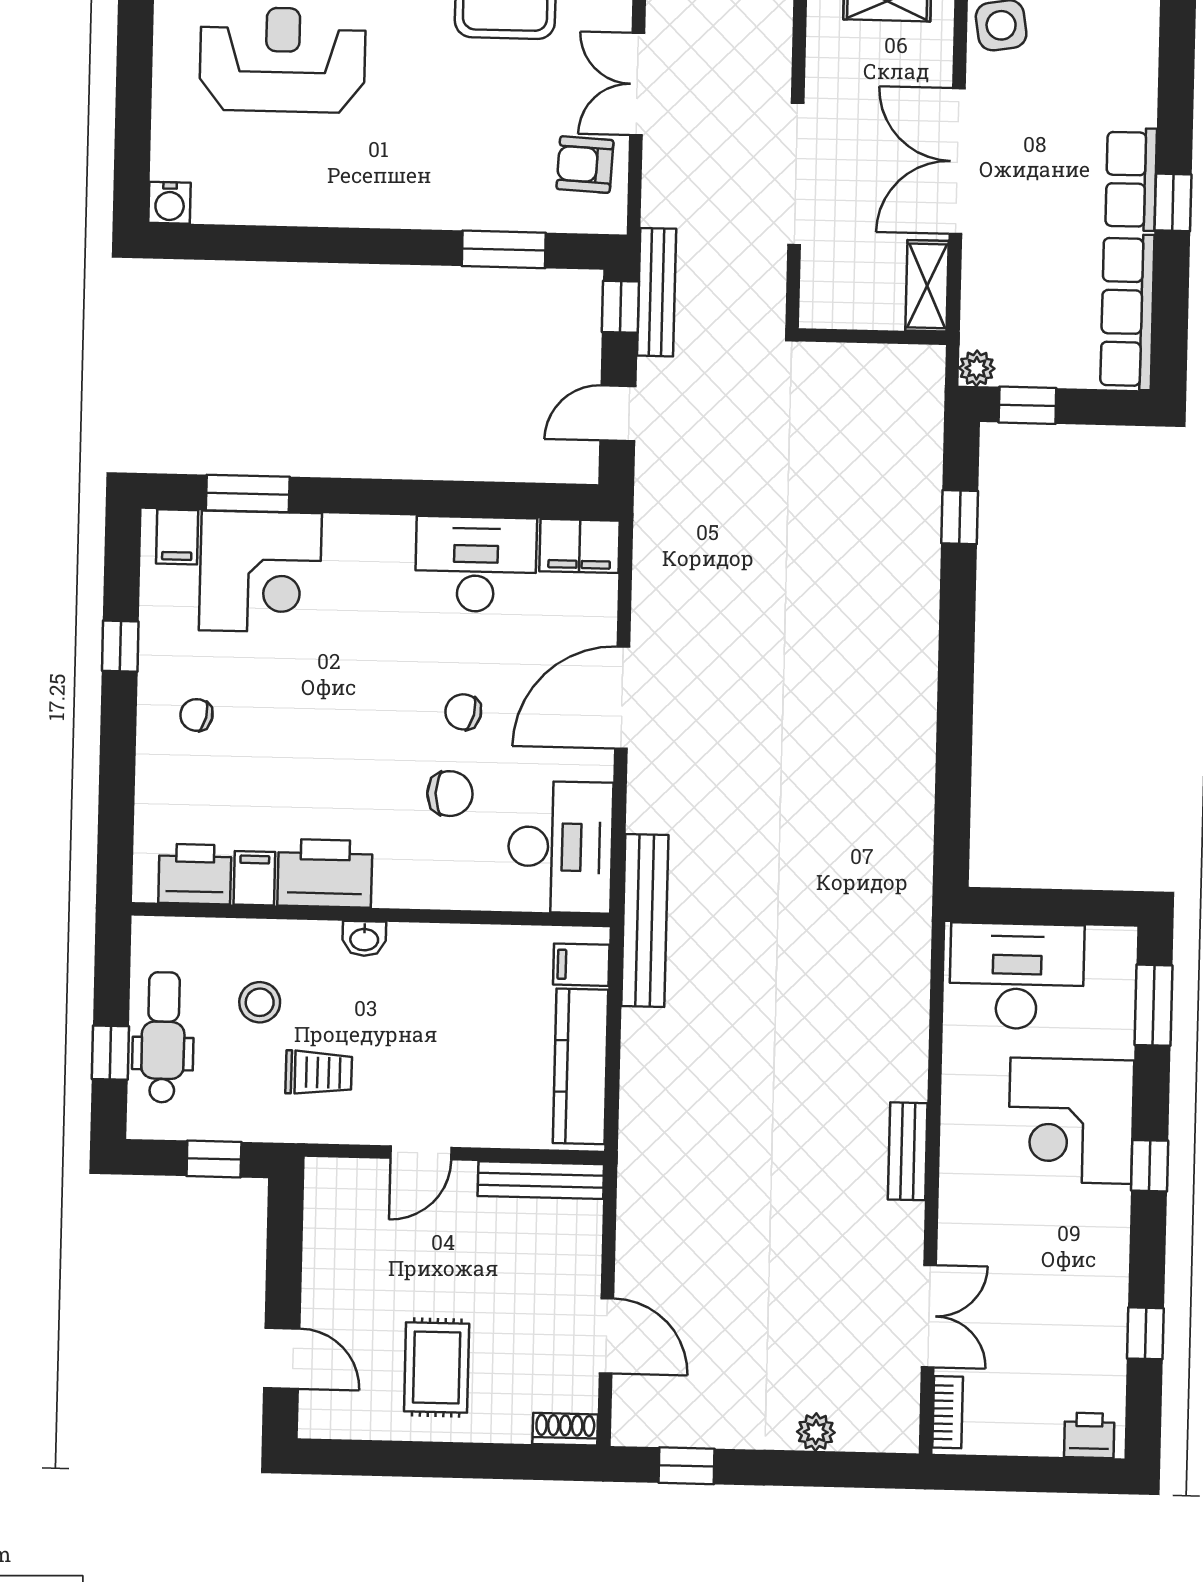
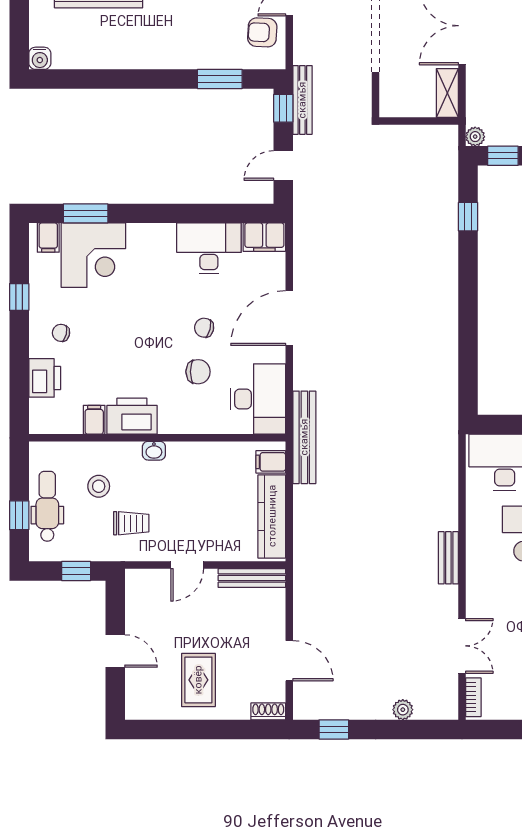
printer: (195, 874) -> (45, 378), moved, turned 90
door: (282, 1358) -> (115, 651), moved

